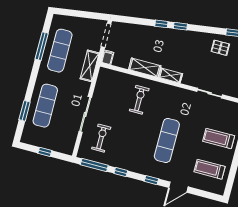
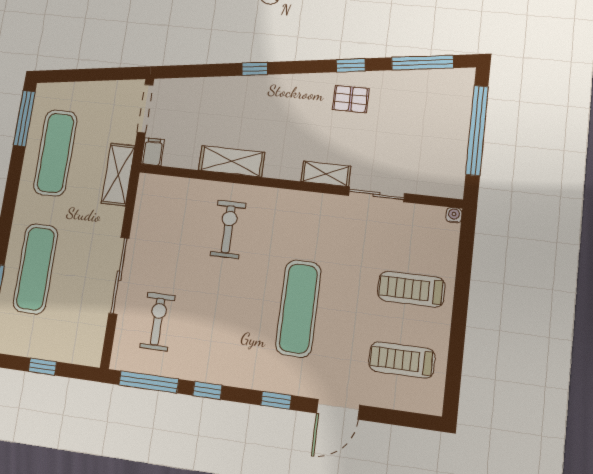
window: (180, 26) -> (351, 65), moved
window: (42, 46) -> (24, 118), moved
pallet: (220, 48) -> (351, 99), moved
shelving: (171, 76) -> (326, 174), moved

